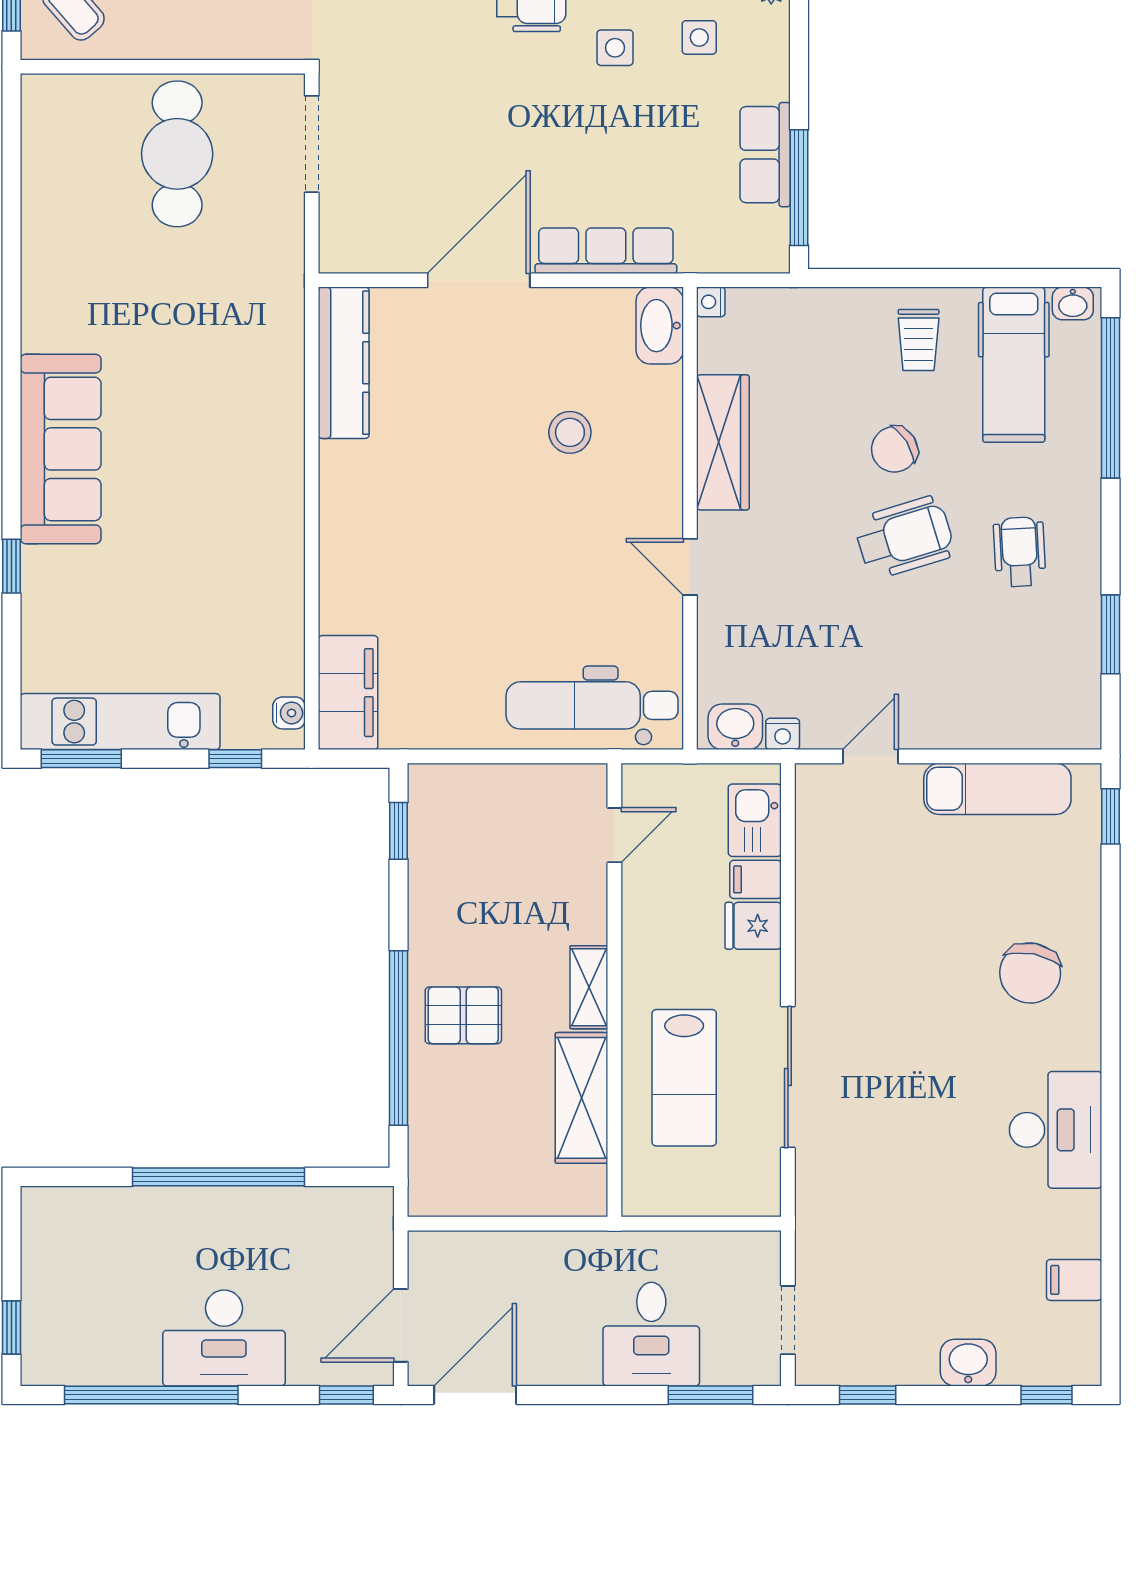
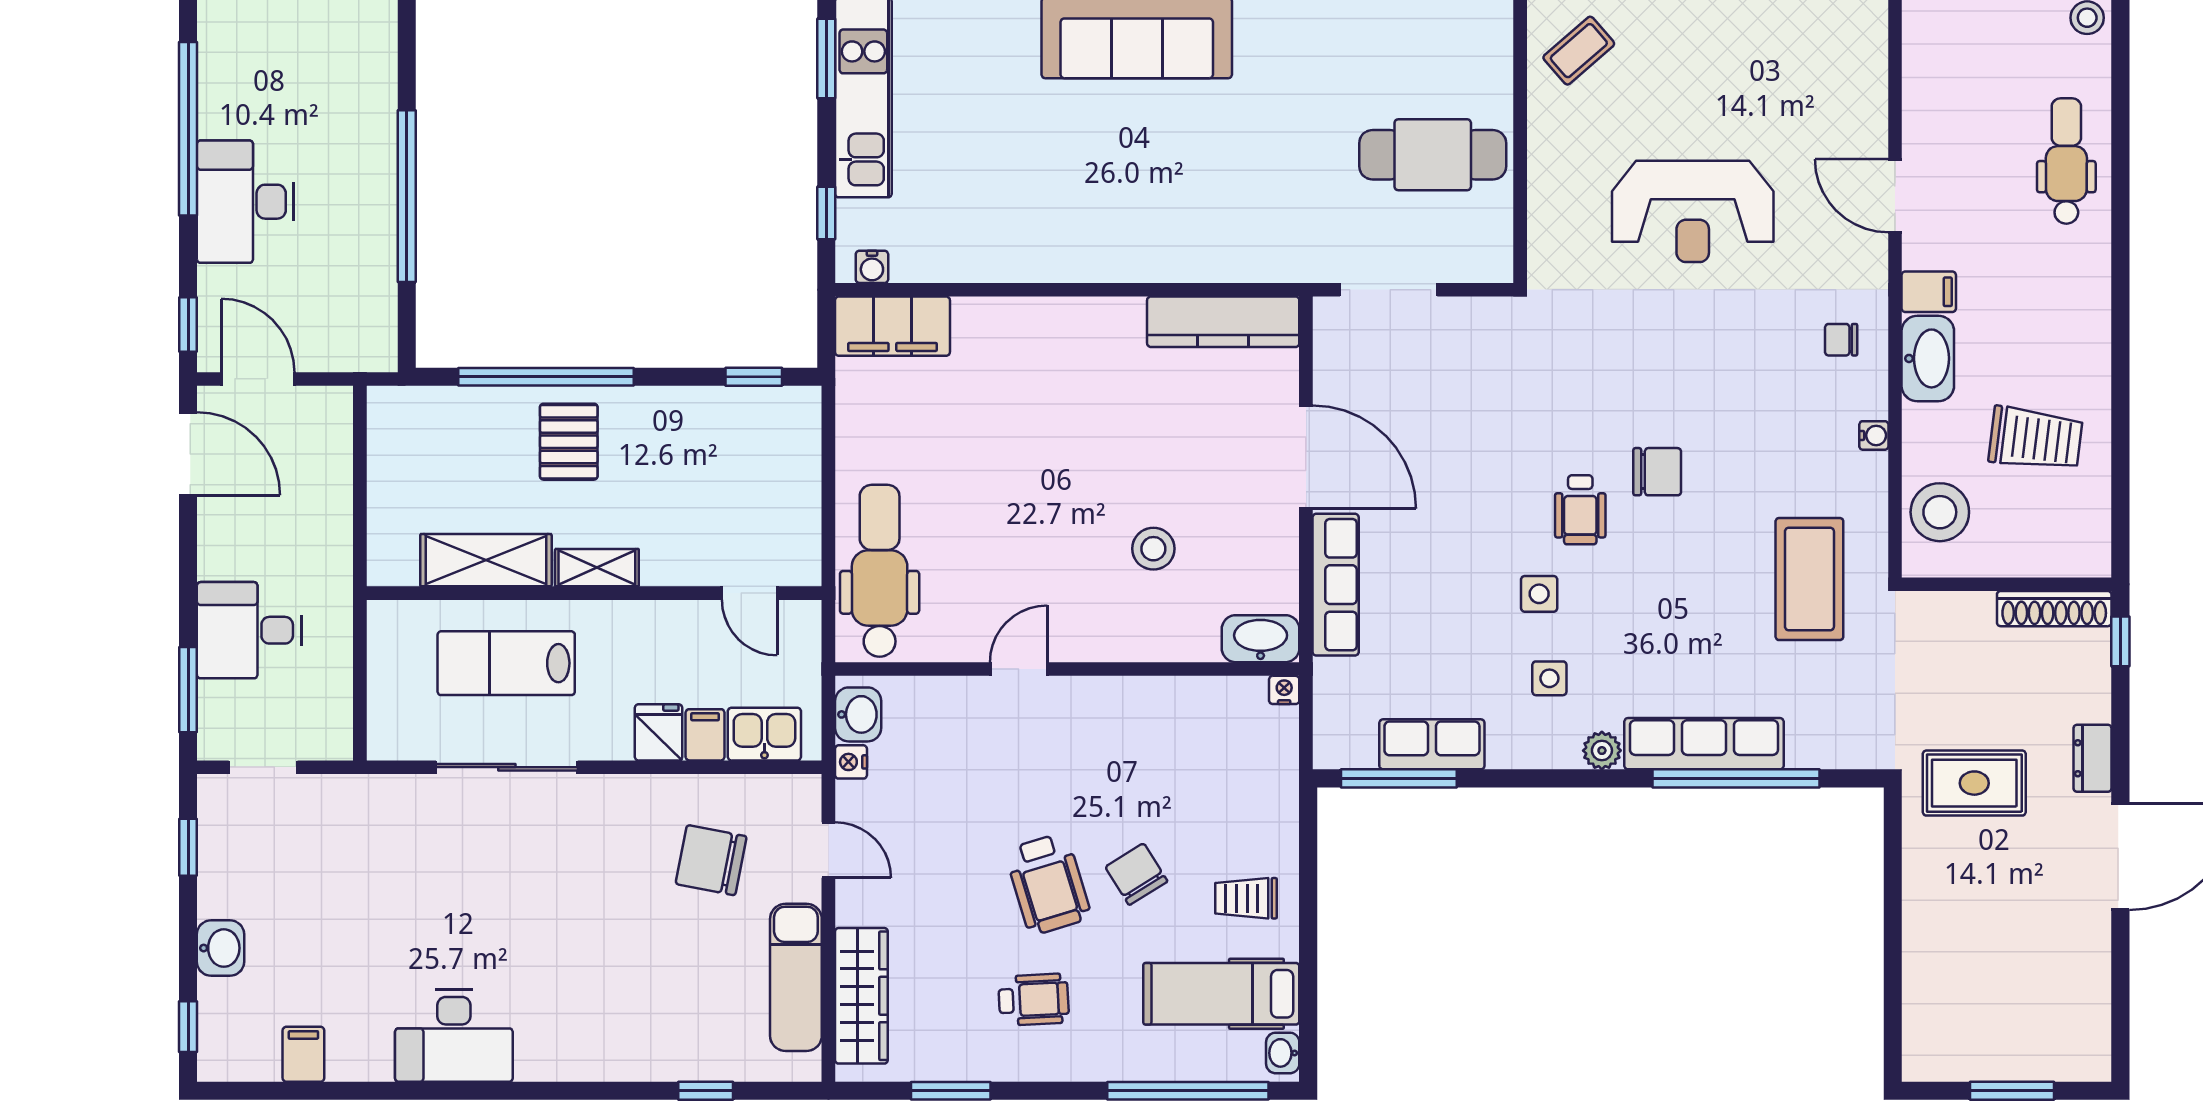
doorway: (312, 144) -> (1389, 290), moved
wardrobe: (723, 442) -> (861, 996), moved, turned -90
window: (1110, 816) -> (706, 1091), moved
chair: (1030, 973) -> (711, 860), moved

